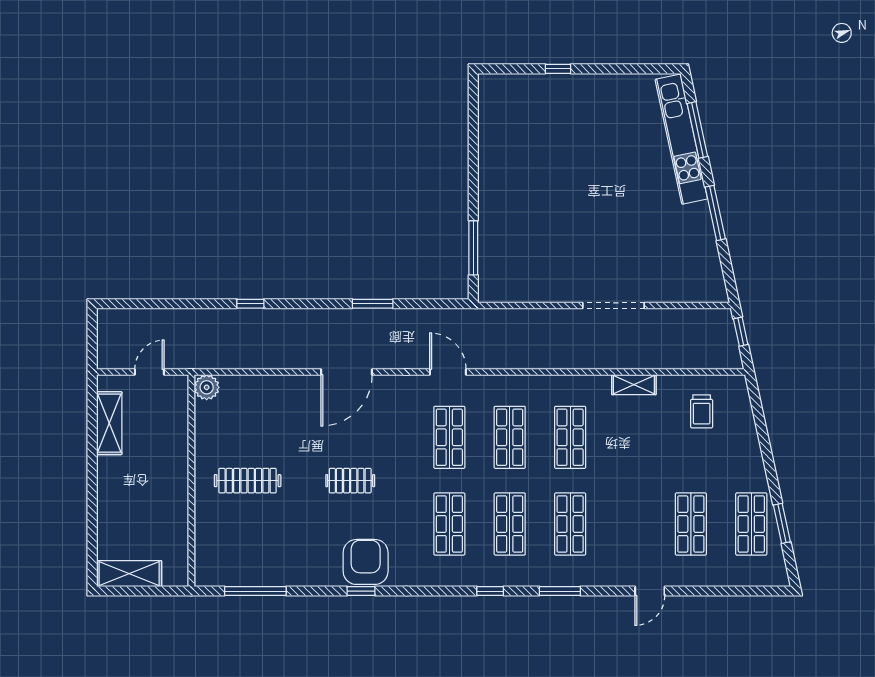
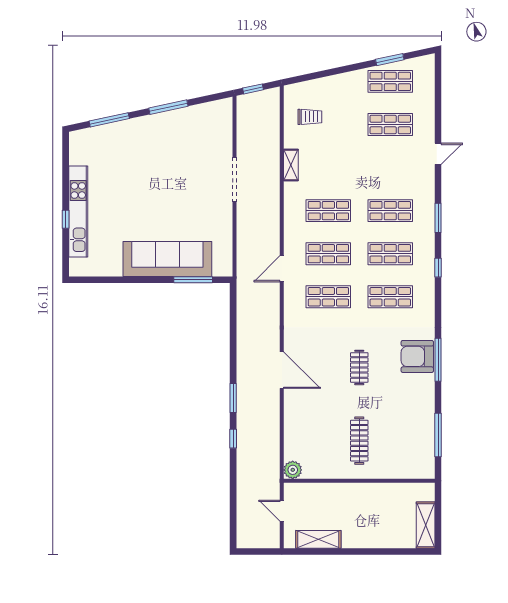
kitchen unit: (681, 139) -> (78, 211), moved, turned -78
sofa: (502, 212) -> (167, 259), added
window: (373, 304) -> (233, 398), moved
door: (448, 372) -> (282, 269), moved
window: (361, 591) -> (438, 360), width x2.17
door: (650, 591) -> (438, 154), hinge flipped

